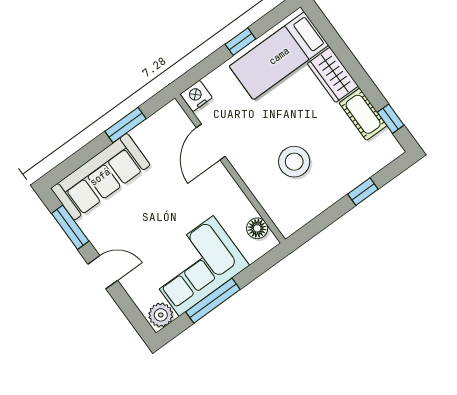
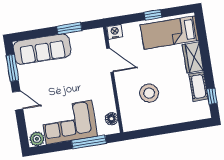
door: (211, 142) -> (110, 60), swing flipped
window: (363, 192) -> (178, 128), removed
window: (213, 301) -> (89, 142), moved

